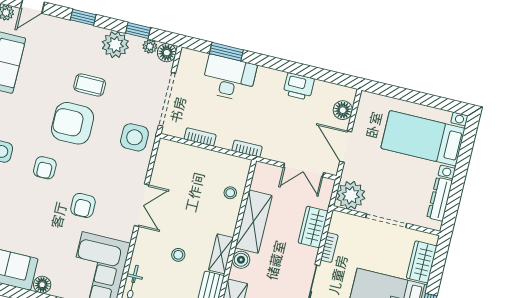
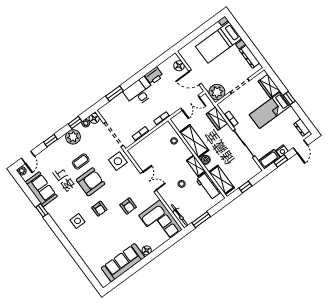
desk: (229, 78) -> (139, 92), moved
armchair: (73, 123) -> (91, 182), turned 180

